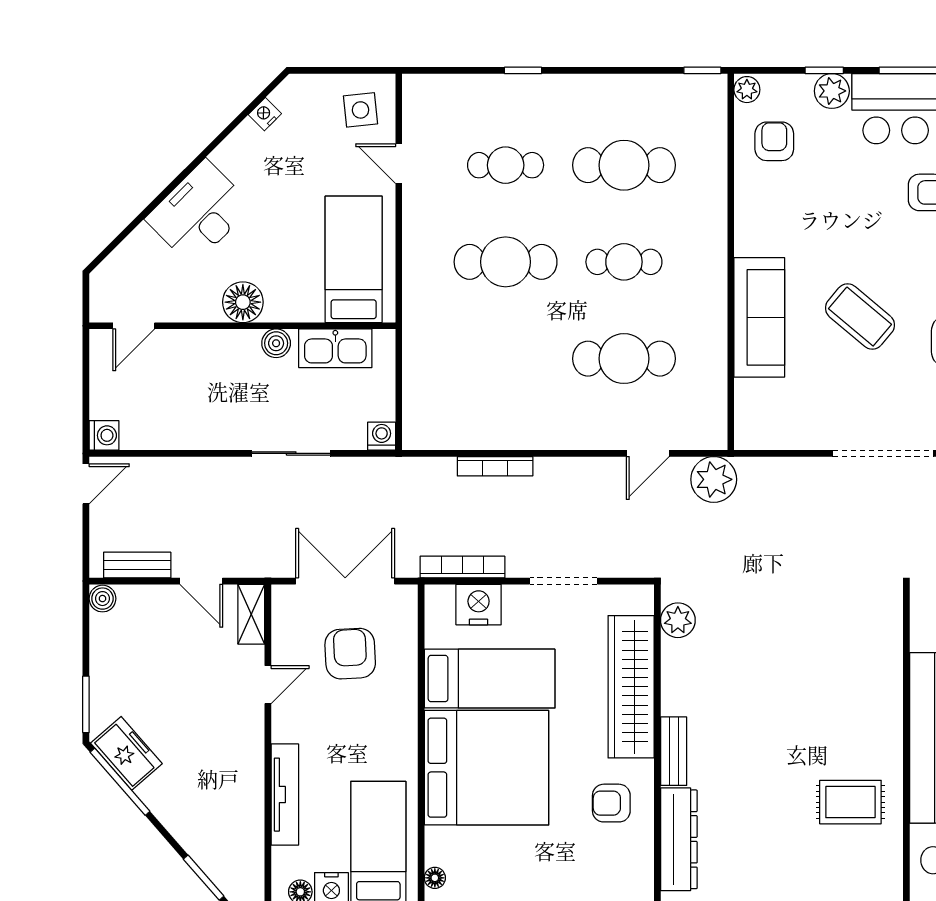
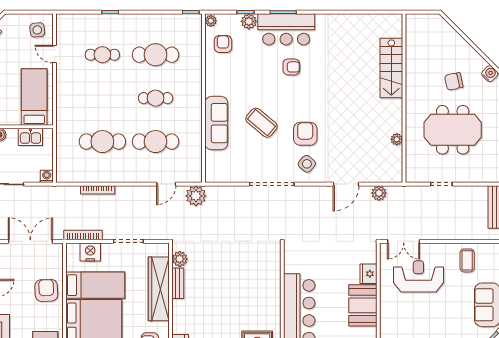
cafe table: (506, 262) -> (102, 142), moved
kitchen sink: (335, 348) -> (30, 137), width x0.73
armchair: (350, 654) -> (46, 290), moved
bench: (674, 751) -> (178, 283), moved

